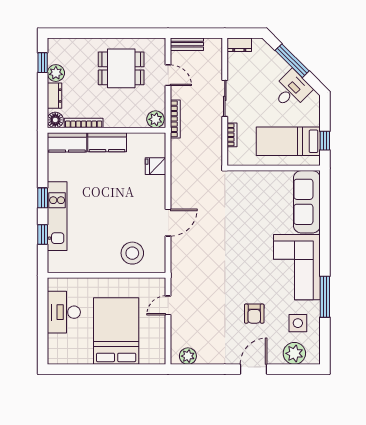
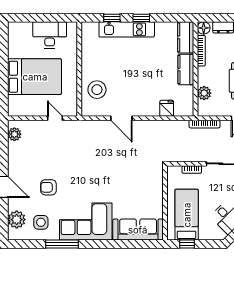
plant: (155, 119) -> (204, 93), moved

